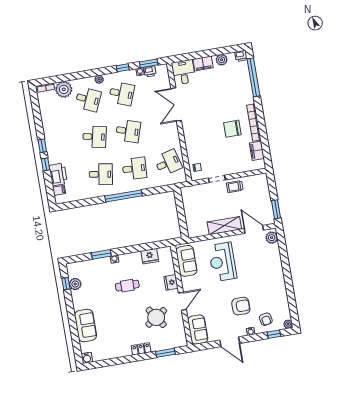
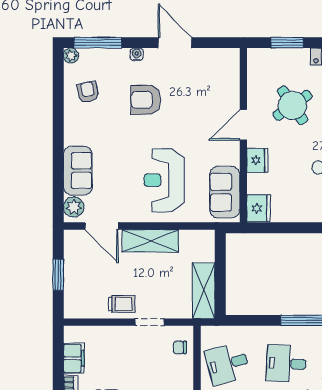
shelving: (189, 202) -> (204, 291), added
window: (276, 209) -> (58, 275), moved
fridge: (150, 256) -> (259, 208), moved, turned 90
reception desk: (222, 262) -> (164, 180), turned 180
armchair: (266, 319) -> (88, 92), moved
sofa: (198, 330) -> (78, 171), moved, turned 180
window: (274, 334) -> (98, 43), width x2.17

